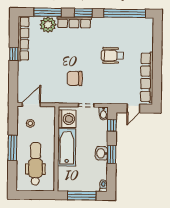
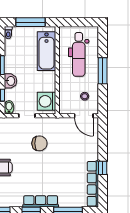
plant: (48, 25) -> (68, 199), removed
door: (31, 105) -> (84, 116), hinge flipped
bathtub: (67, 147) -> (47, 51), moved
washbasin: (102, 153) -> (10, 81), moved

